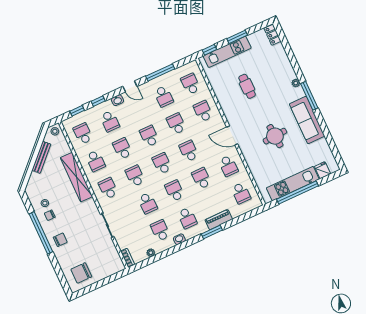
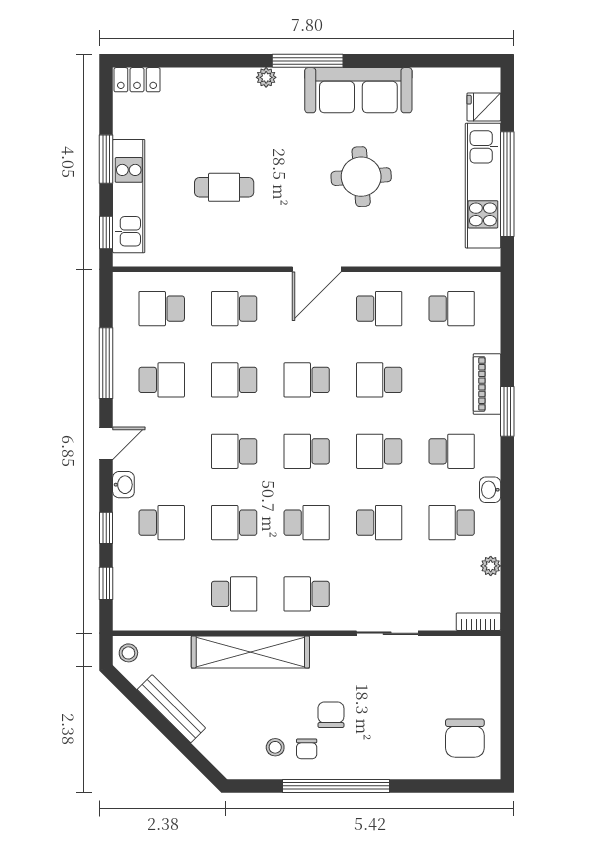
school desk: (83, 134) -> (162, 594), removed
school desk: (135, 176) -> (307, 523), turned 180
chair: (60, 240) -> (331, 715), moved

